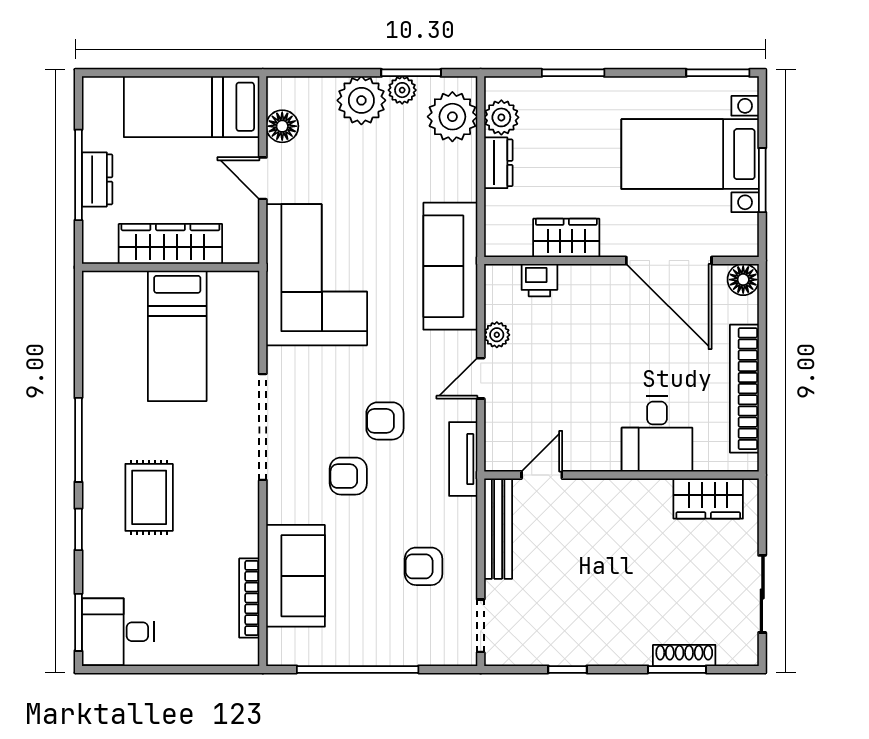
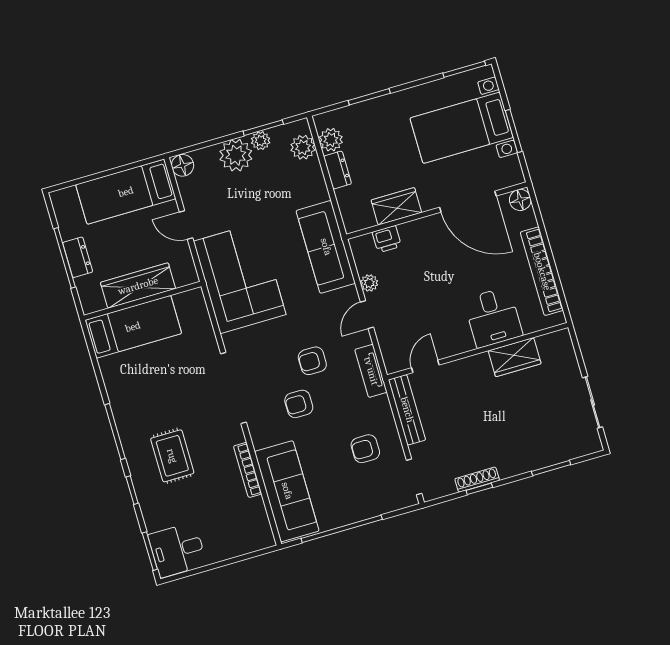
plant: (452, 117) -> (303, 147), width x0.73, depth x0.73
floor lamp: (282, 126) -> (183, 165), moved
bed: (177, 336) -> (133, 327), moved, turned -90
wardrobe: (708, 499) -> (515, 357), moved
sofa: (296, 576) -> (287, 491), width x1.36
bookcase: (249, 598) -> (248, 470), moved
shoe rack: (684, 655) -> (477, 480), moved

